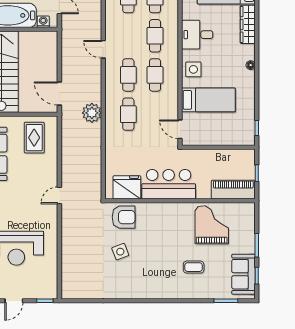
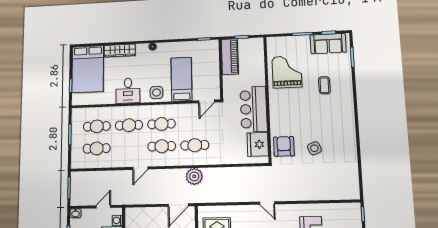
piano: (233, 190) -> (230, 57), moved, turned 180
grand piano: (212, 225) -> (287, 72), turned 90

